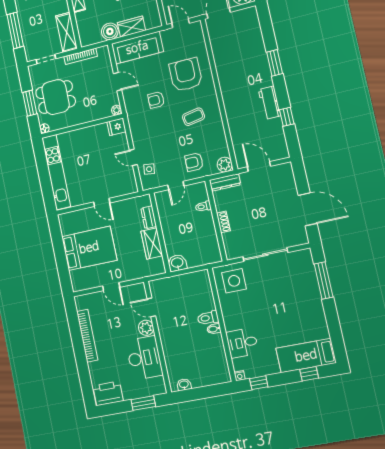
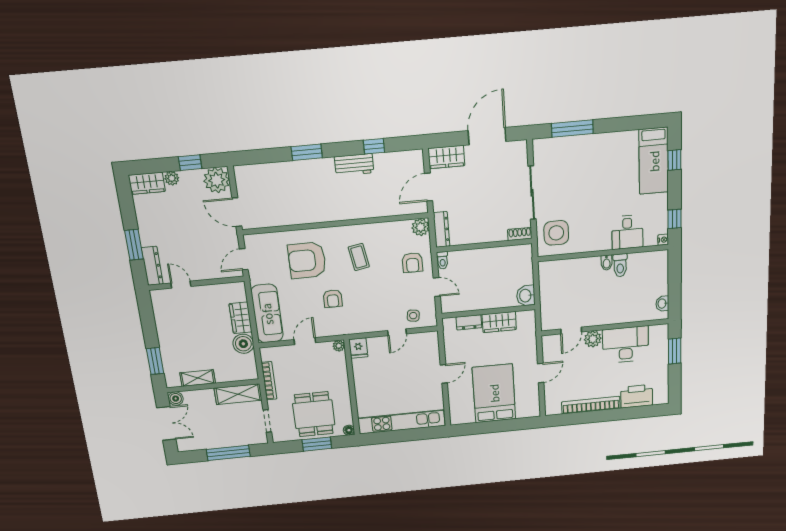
wardrobe: (286, 178) -> (446, 157), added
toilet: (203, 206) -> (442, 260), moved
shoe rack: (223, 222) -> (520, 234), moved
toilet: (208, 318) -> (620, 265), moved
printer: (108, 393) -> (637, 396), moved, turned 90

